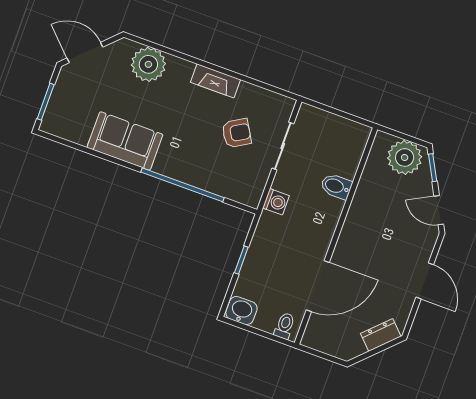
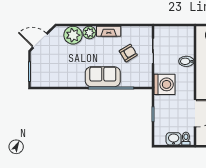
plant: (180, 70) -> (89, 33), added
sofa: (125, 141) -> (103, 77), moved
washing machine: (276, 202) -> (165, 84), width x1.89, depth x1.89
washbasin: (241, 311) -> (174, 139), moved

